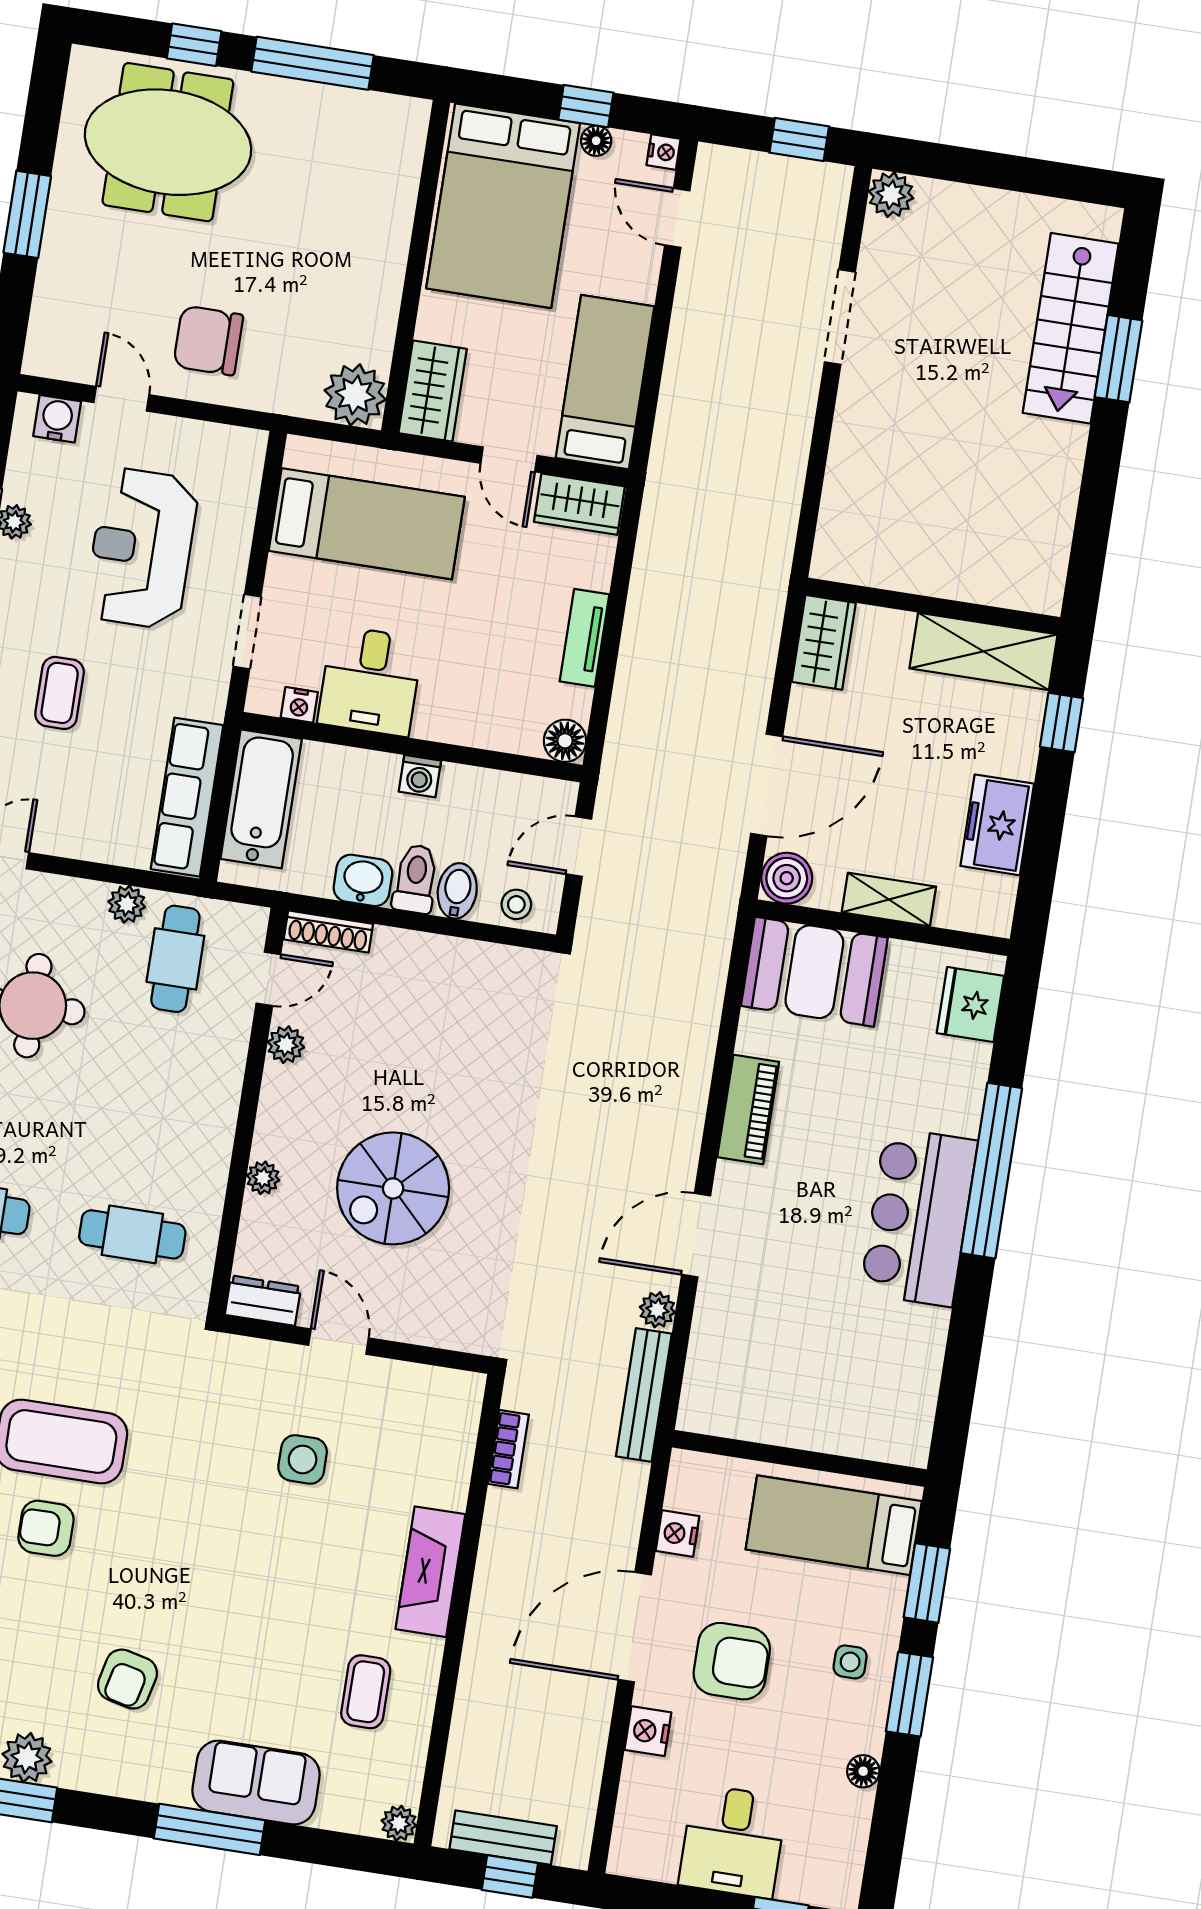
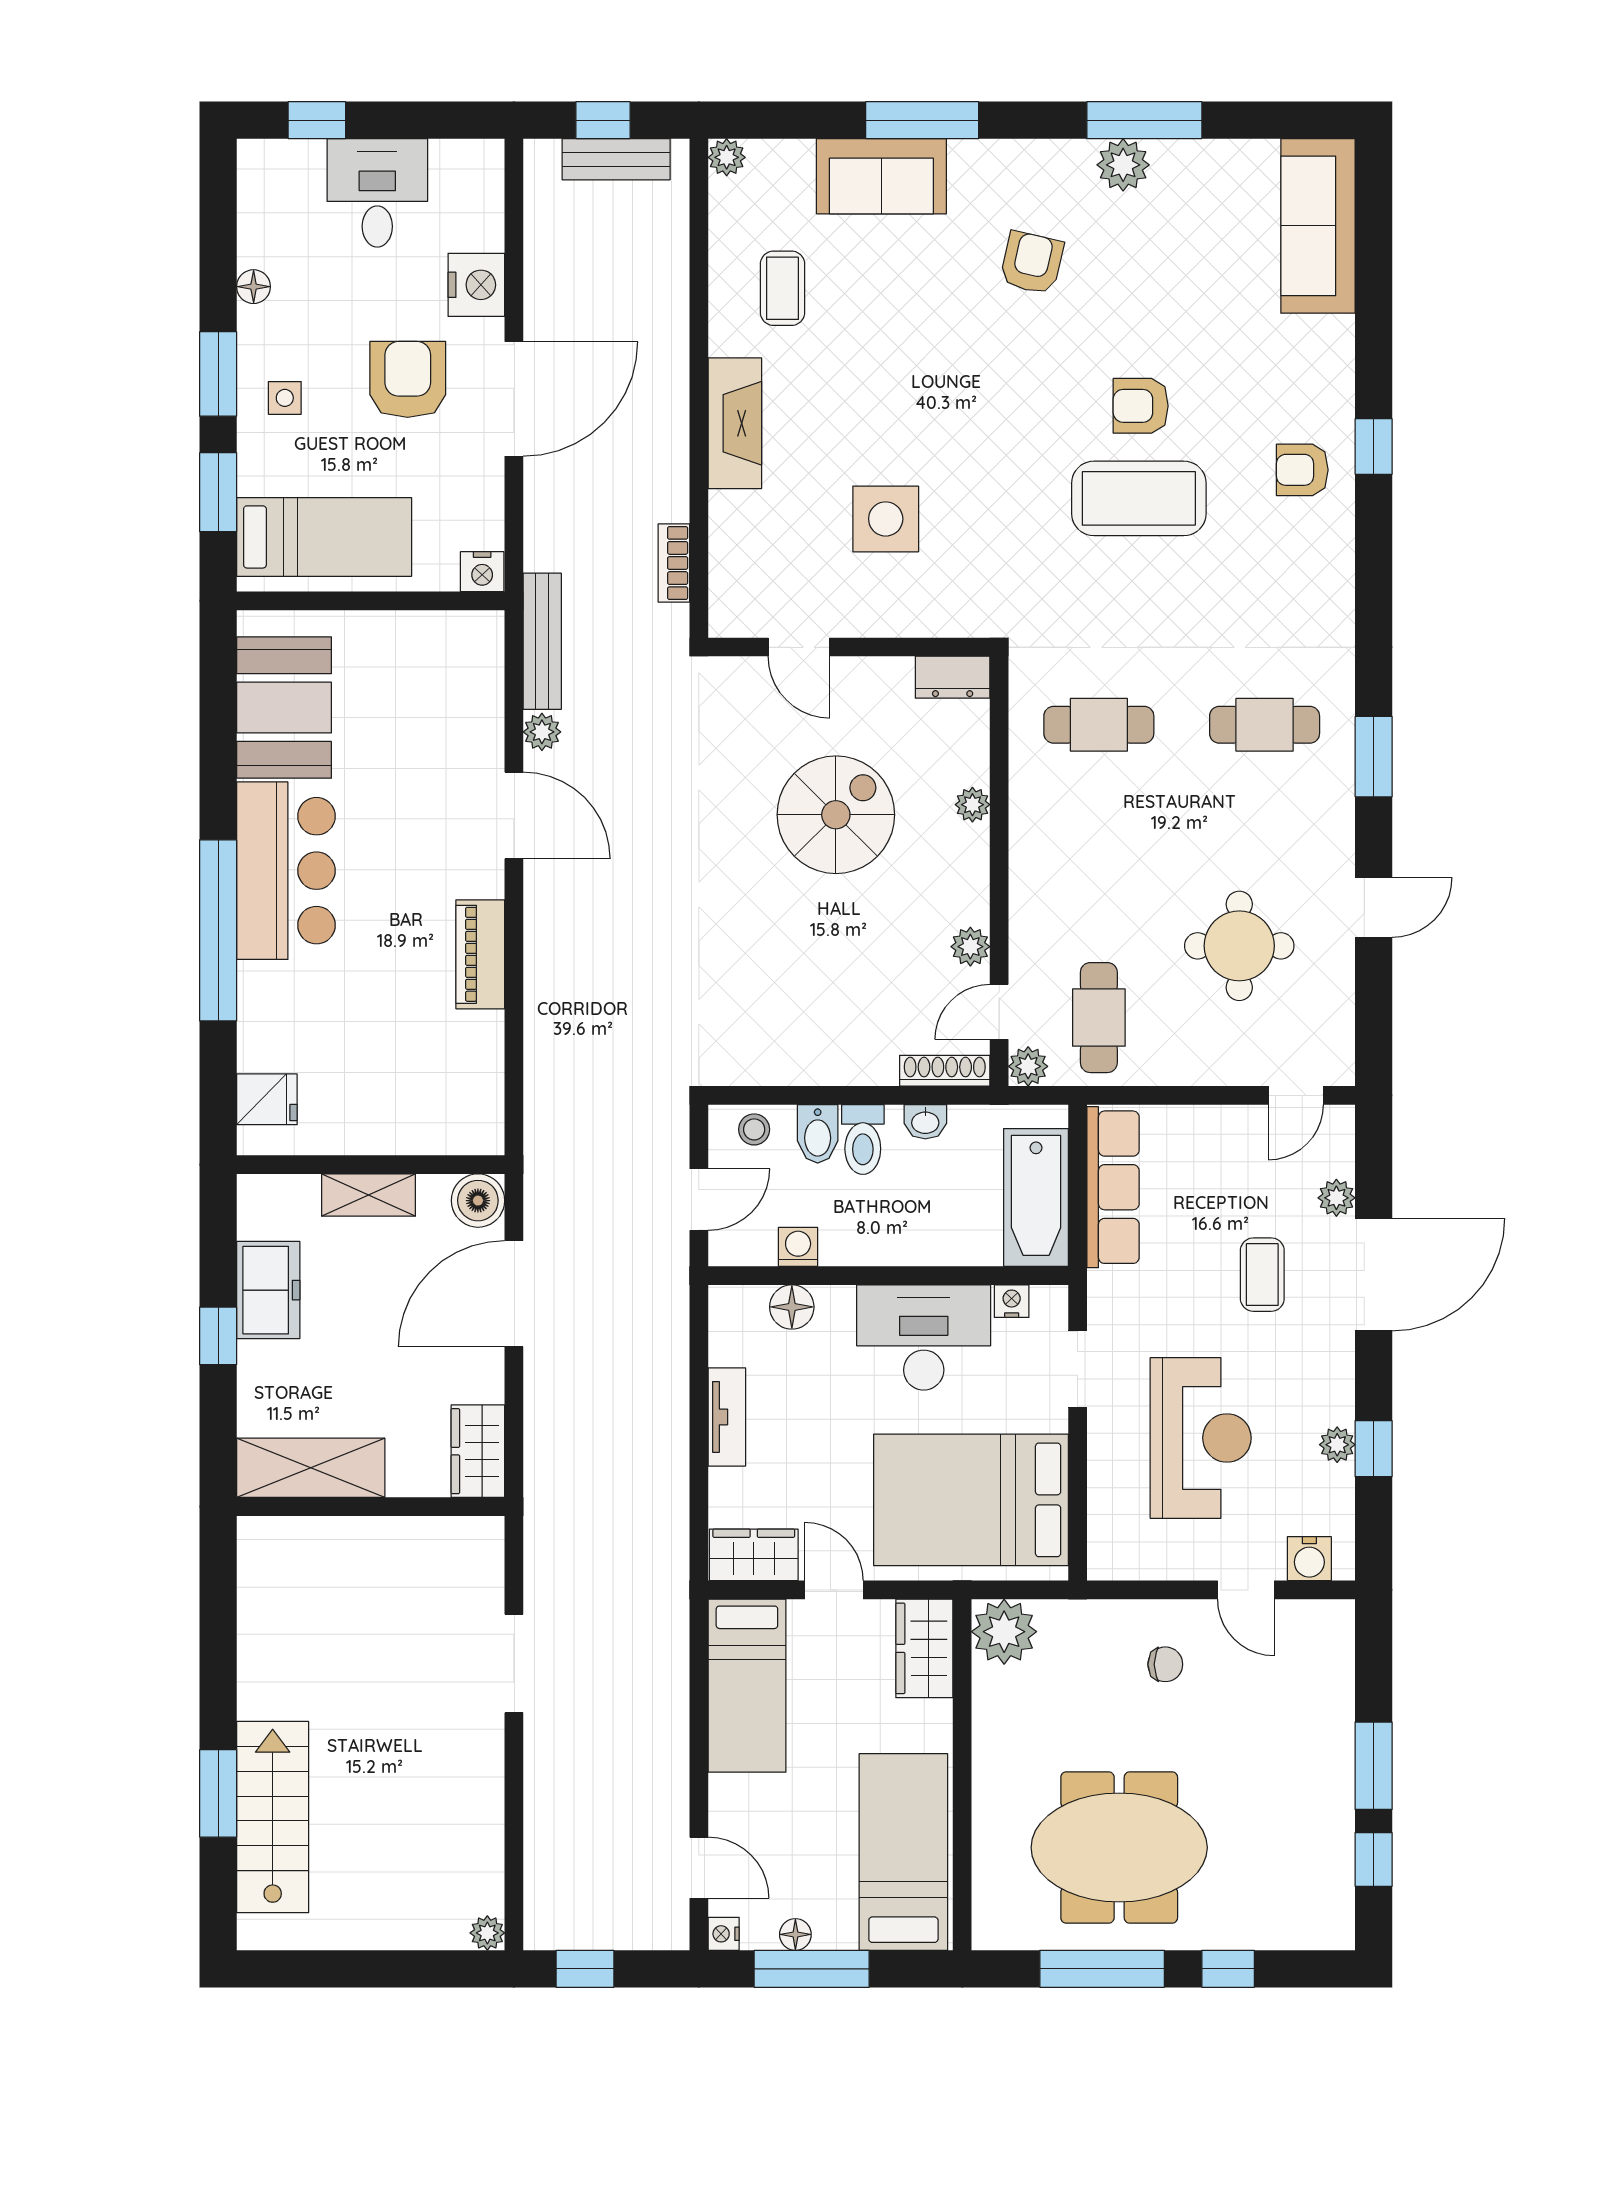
window: (586, 106) -> (812, 1969), width x2.17
window: (41, 126) -> (1374, 1859), added
meeting table: (168, 142) -> (1119, 1848), moved
plant: (891, 195) -> (487, 1933), width x0.73, depth x0.73
bed: (503, 206) -> (903, 1852), width x0.67
doorway: (840, 317) -> (514, 1663), moved
chair: (208, 341) -> (1165, 1664), width x0.54, depth x0.54
bed: (367, 524) -> (971, 1500), width x1.50
desk: (370, 681) -> (924, 1337), width x1.37
window: (1062, 722) -> (218, 1336), moved
floor lamp: (565, 741) -> (792, 1307), moved
washing machine: (420, 776) -> (798, 1247), moved
washbasin: (363, 880) -> (925, 1122), width x0.72, depth x0.69
plant: (127, 904) -> (1028, 1066), moved
booth: (814, 972) -> (284, 708), moved, turned 90
fridge: (970, 1005) -> (267, 1099), width x0.72
door: (696, 1235) -> (514, 815), hinge flipped
door: (339, 1342) -> (799, 647), moved
side table: (303, 1459) -> (886, 519), width x1.37, depth x1.37
armchair: (46, 1528) -> (1141, 406), turned 180
nightstand: (678, 1533) -> (482, 572), moved, turned 90
armchair: (732, 1661) -> (408, 379), turned 90
nightstand: (648, 1731) -> (476, 285), width x1.36, depth x1.33

